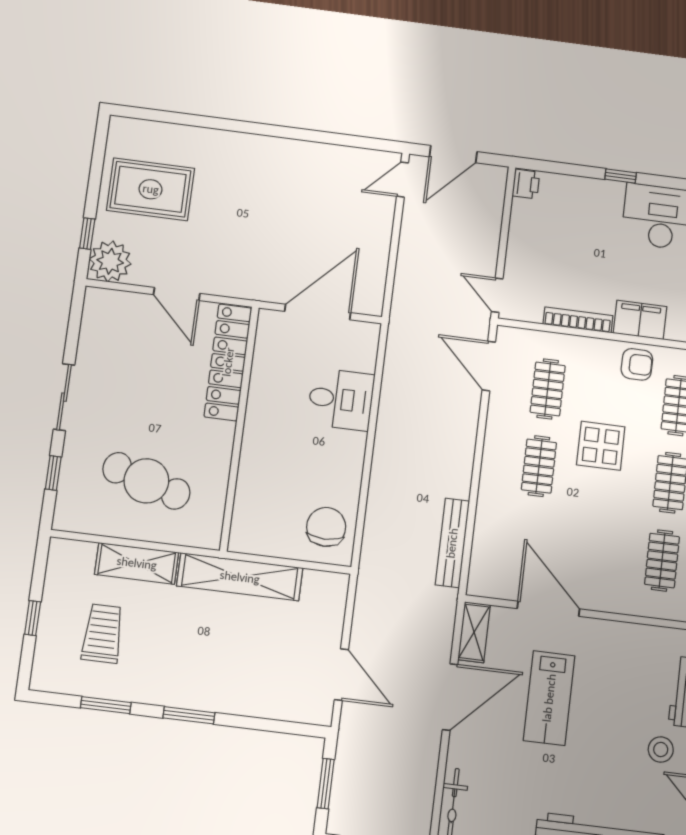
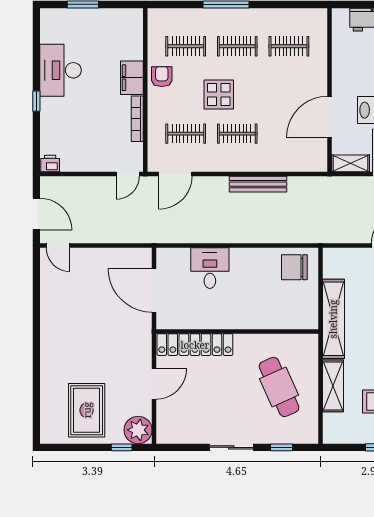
cafe table: (146, 481) -> (279, 387), turned -41
bench: (452, 543) -> (258, 184), moved

